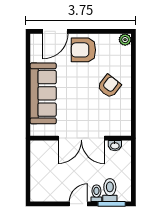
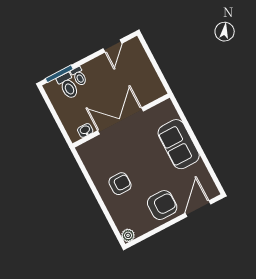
armchair: (109, 86) -> (120, 184), turned -128
sofa: (43, 93) -> (179, 144), width x0.73
door: (78, 204) -> (112, 46), moved

